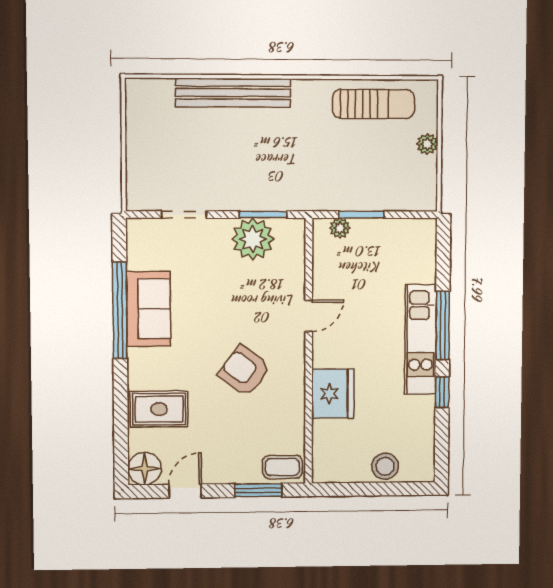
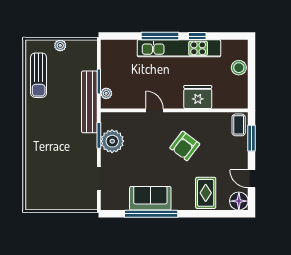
bench: (233, 93) -> (89, 102), moved
sun lounger: (374, 104) -> (39, 75), turned 180
kitchen unit: (421, 339) -> (179, 48), width x1.36

